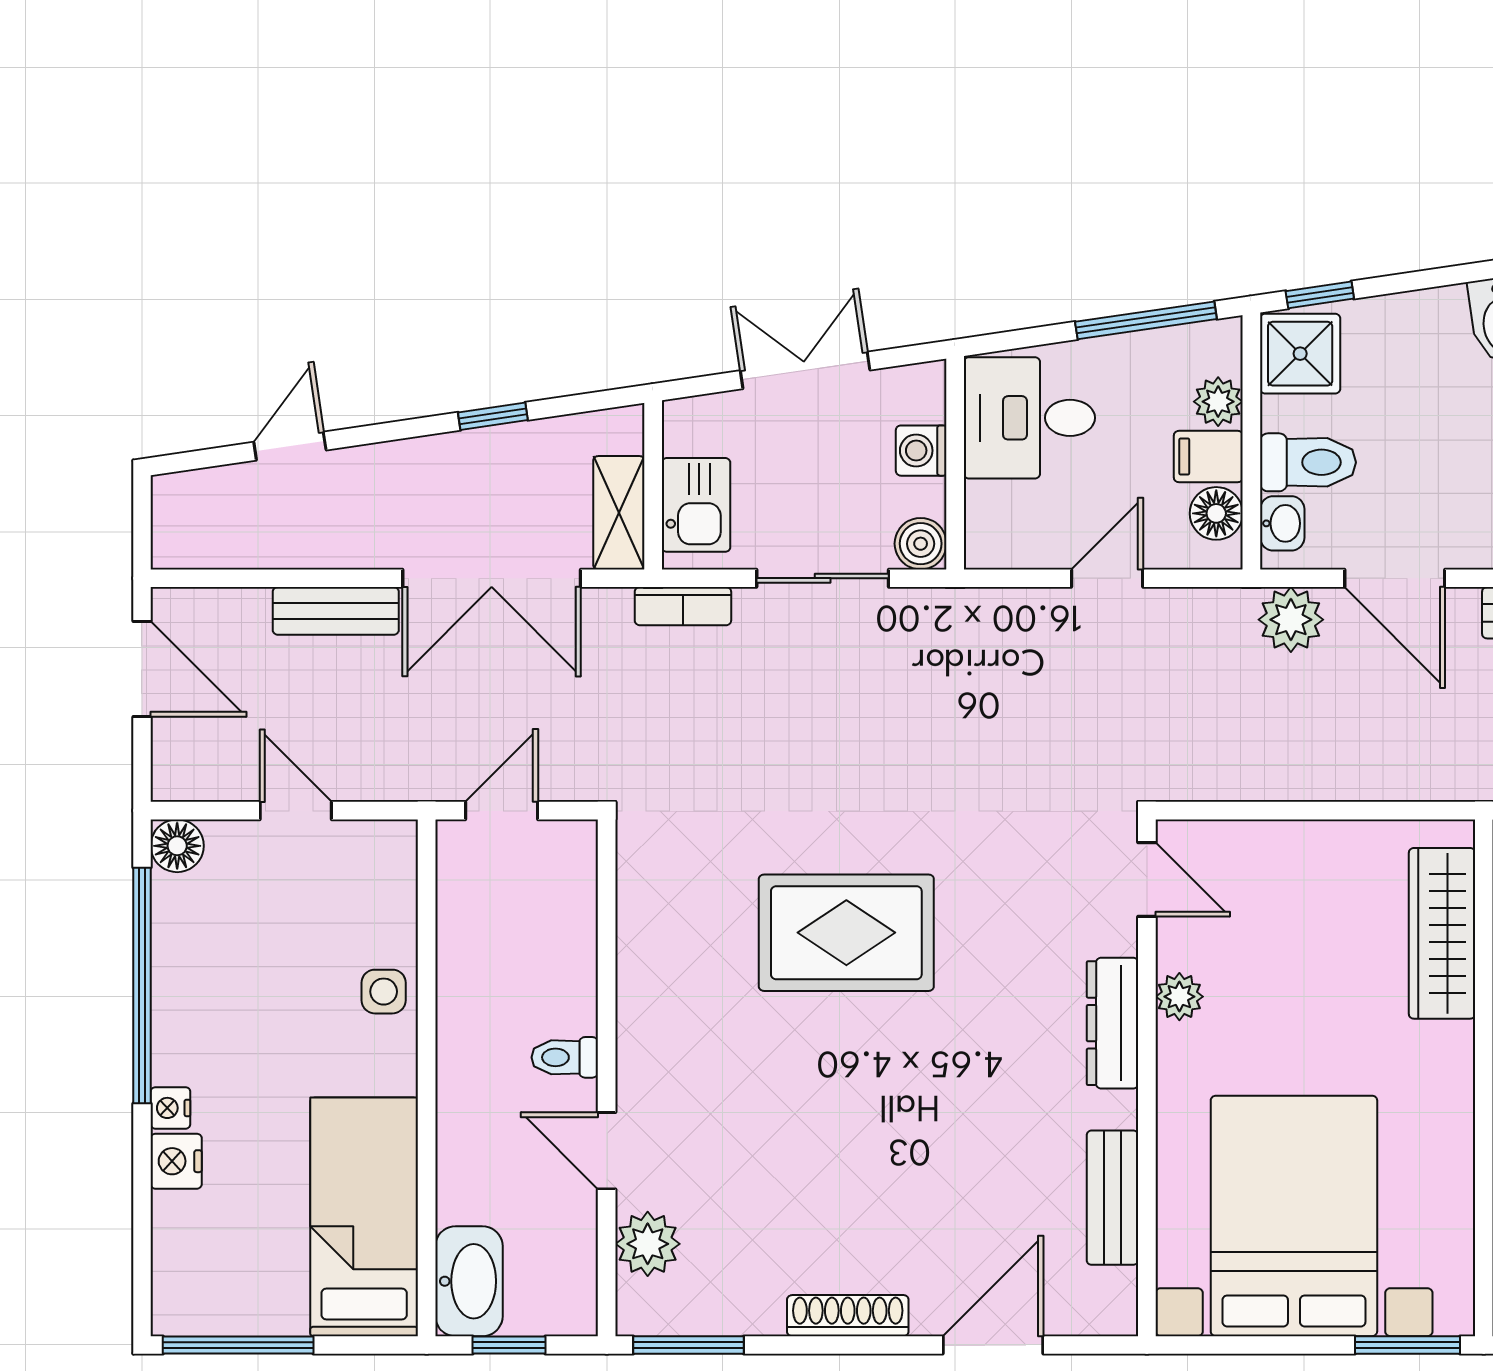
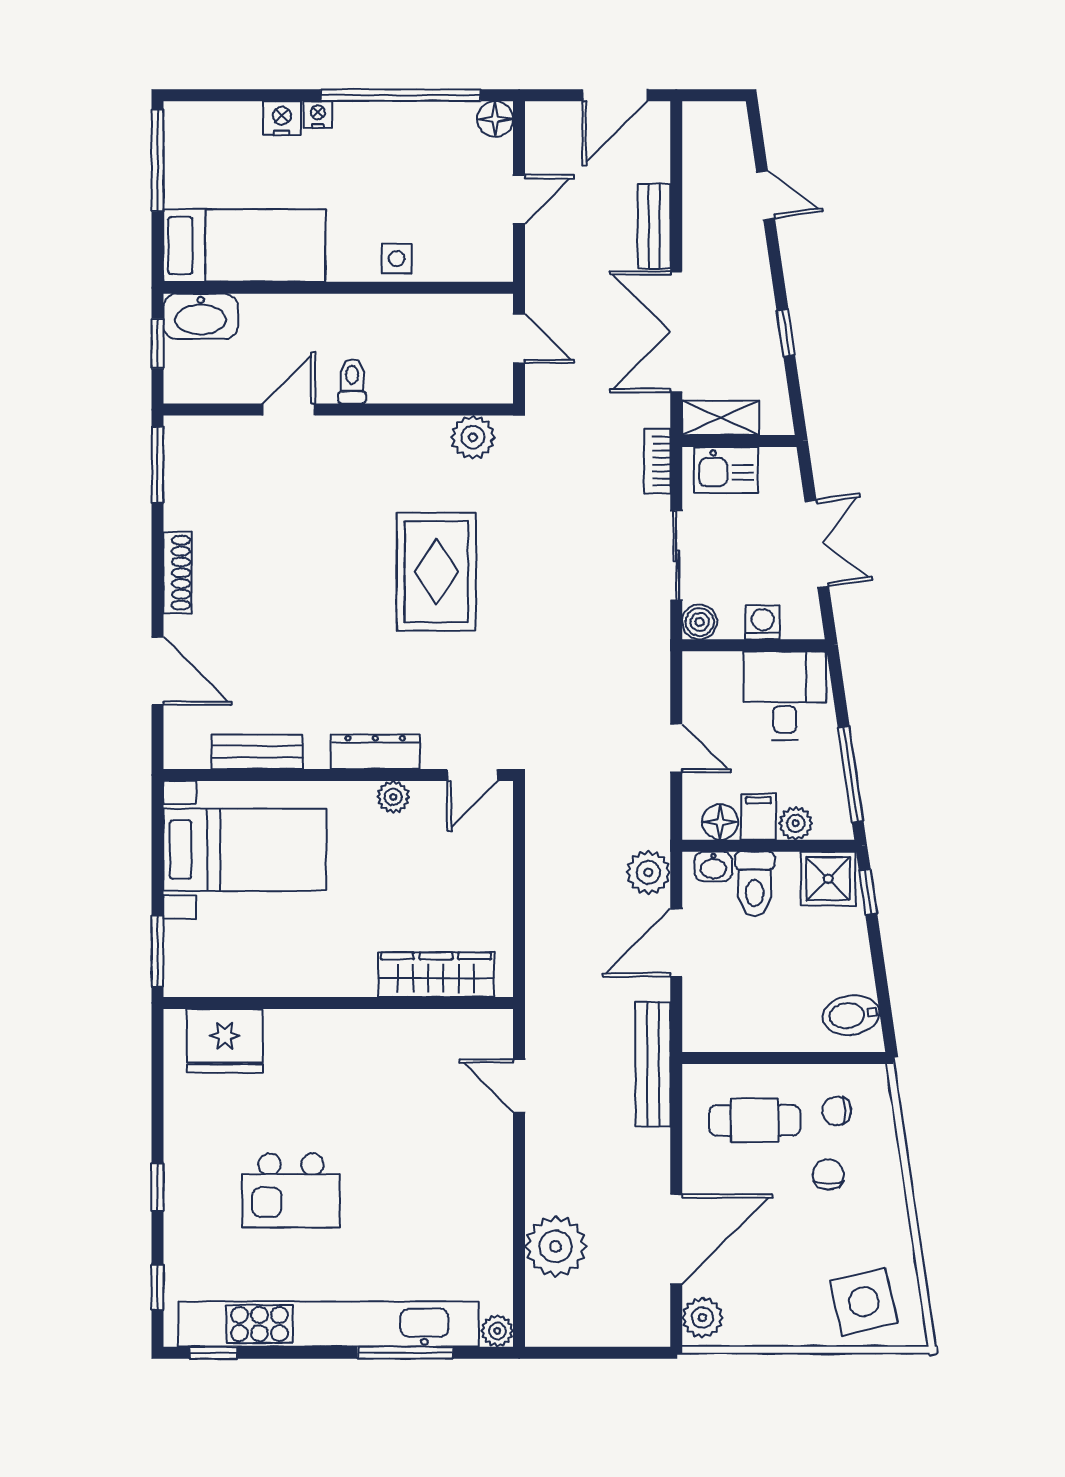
bed with nightstands: (1294, 1216) -> (245, 850), width x0.73
plant: (648, 1244) -> (473, 437), moved

